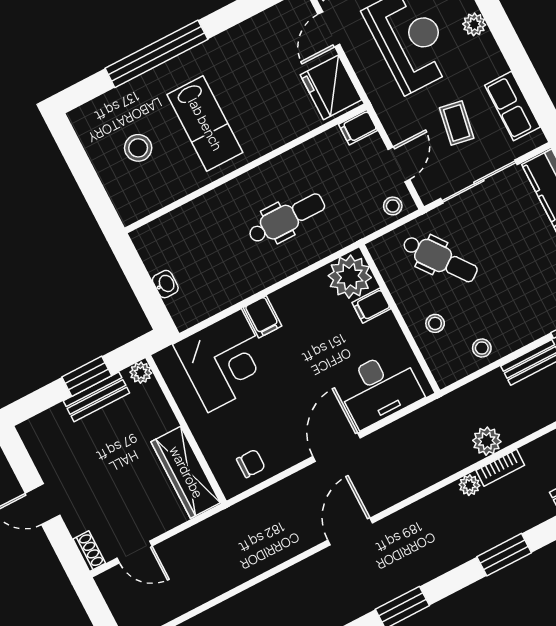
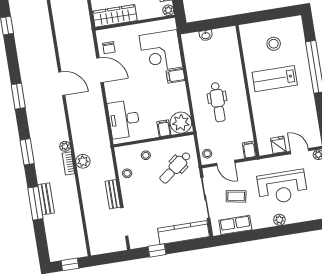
fridge: (331, 87) -> (278, 145), width x0.53, depth x0.75
door: (337, 447) -> (100, 70), moved

